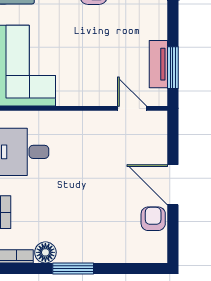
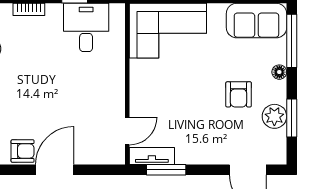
tv unit: (158, 64) -> (152, 156), moved

